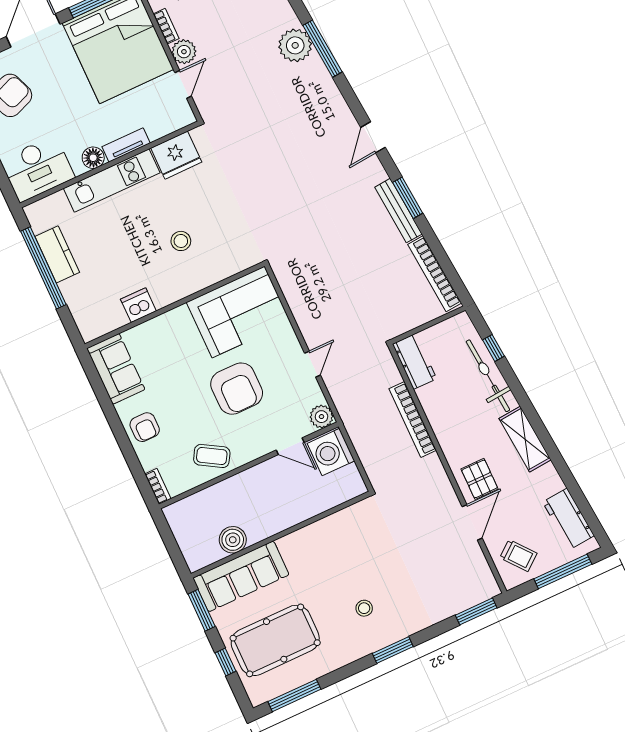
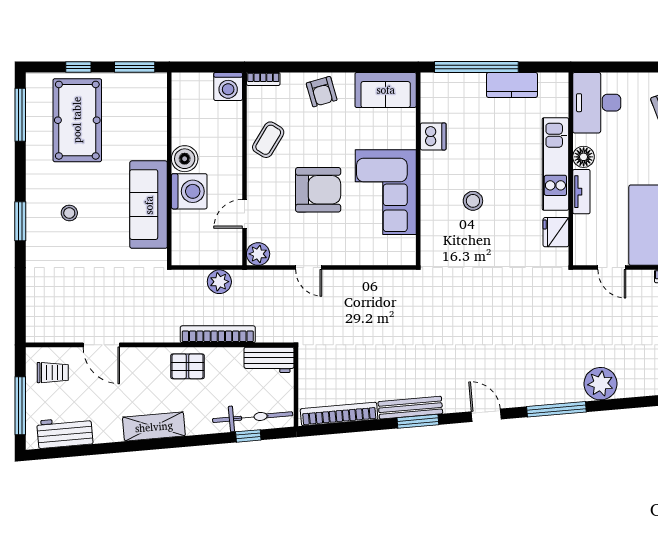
window: (322, 49) -> (556, 409), moved
plant: (184, 52) -> (219, 282), moved
fridge: (176, 155) -> (556, 232), width x0.73, depth x0.75
window: (43, 268) -> (476, 67), moved
corner sofa: (238, 312) -> (386, 192), moved
bicycle: (488, 376) -> (253, 417), moved
armchair: (237, 389) -> (318, 190), turned 180
armchair: (145, 427) -> (322, 92), turned -106
washing machine: (331, 452) -> (189, 191), moved, turned 90
pallet: (480, 479) -> (188, 366), moved
washing machine: (180, 516) -> (228, 86), added
boiler: (233, 540) -> (185, 159), moved
trolley: (518, 555) -> (53, 373), turned -141
sofa: (241, 576) -> (149, 205), moved
window: (476, 611) -> (20, 312), removed

